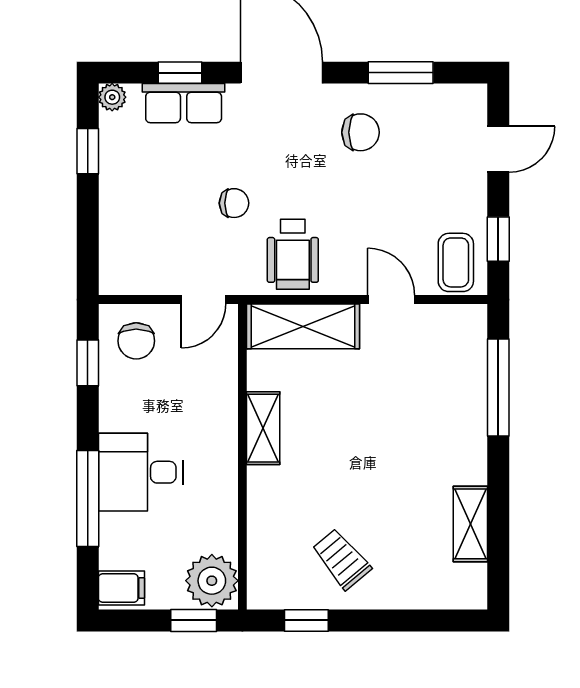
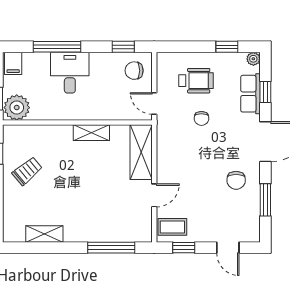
wheelchair: (293, 254) -> (196, 81), moved, turned 180

